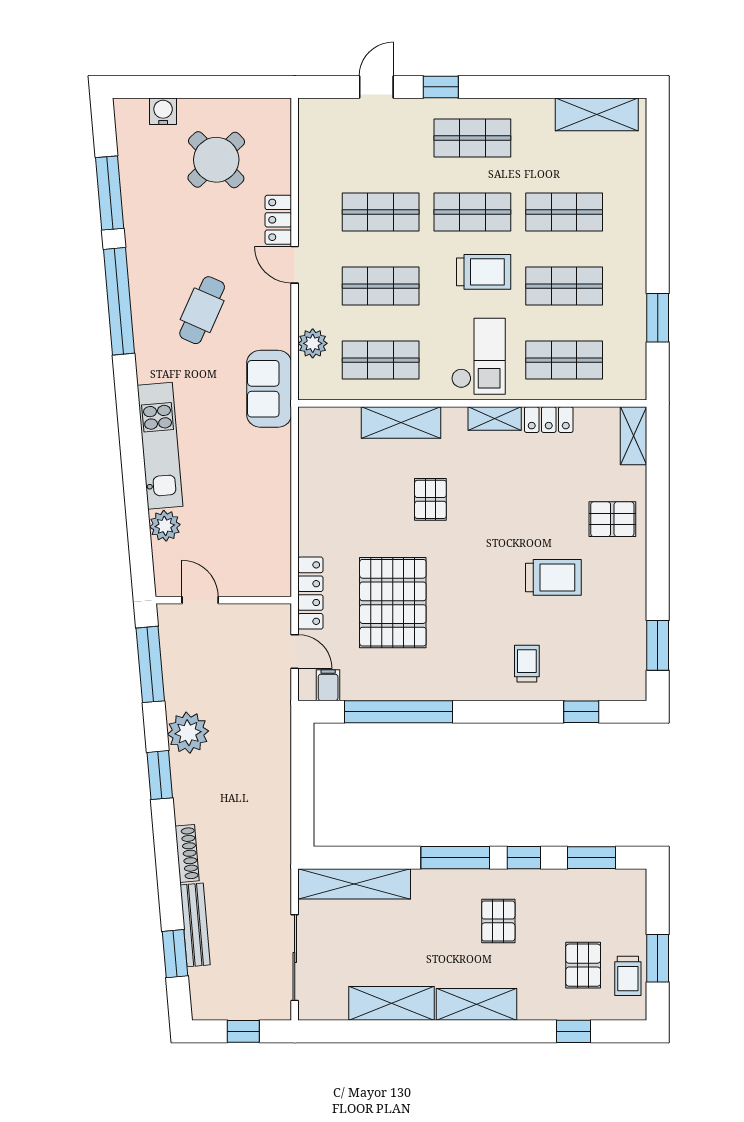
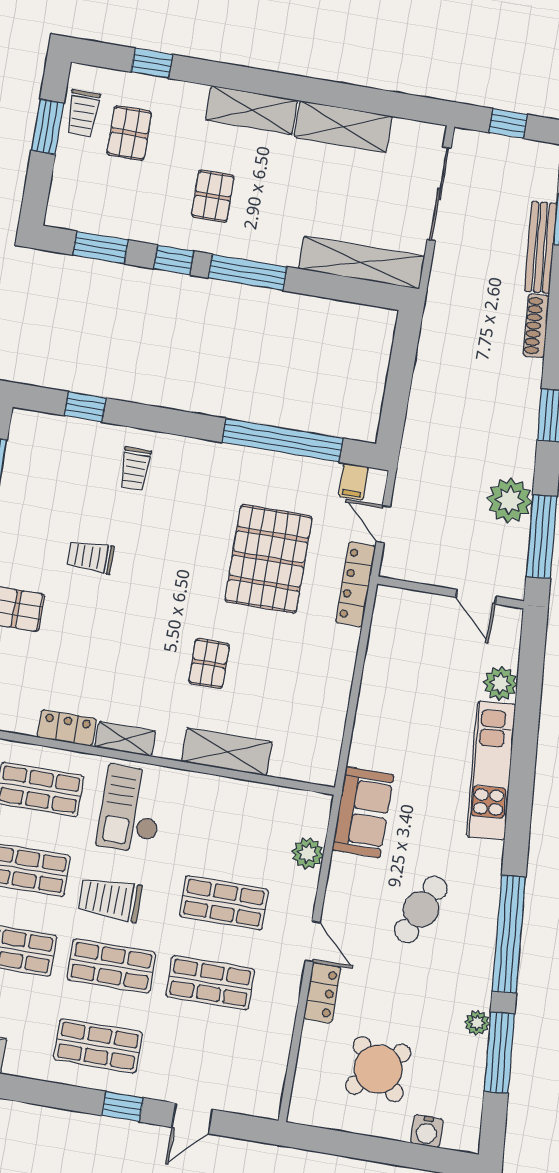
plant: (134, 217) -> (477, 1023), added
shop shelf: (381, 360) -> (237, 823), removed
trolley: (553, 577) -> (91, 557), width x0.73, depth x0.72
plant: (188, 733) -> (510, 500), moved
trolley: (628, 976) -> (83, 113), turned 180

